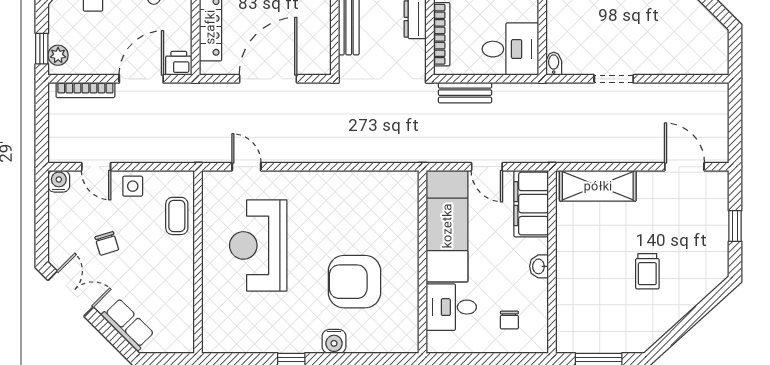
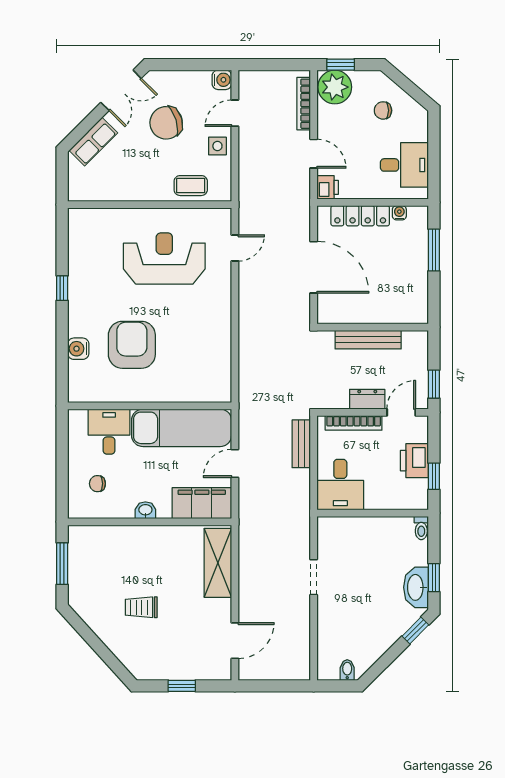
plant: (58, 55) -> (335, 87), width x1.87, depth x1.87
bidet: (554, 64) -> (347, 670), moved, turned -90
door: (141, 79) -> (314, 154), width x0.73
chair: (107, 243) -> (166, 123), width x1.87, depth x1.87
water cooler: (334, 341) -> (78, 349), moved

